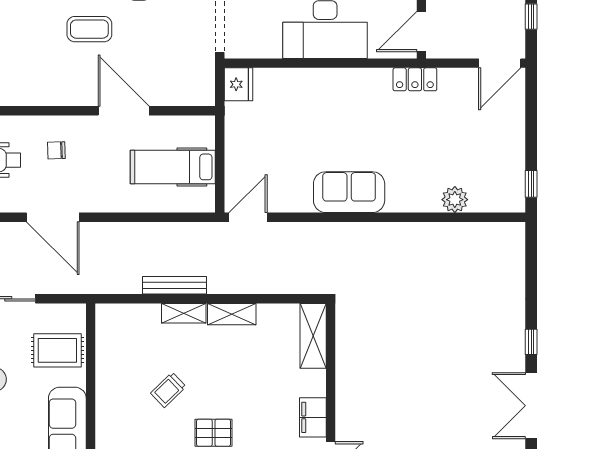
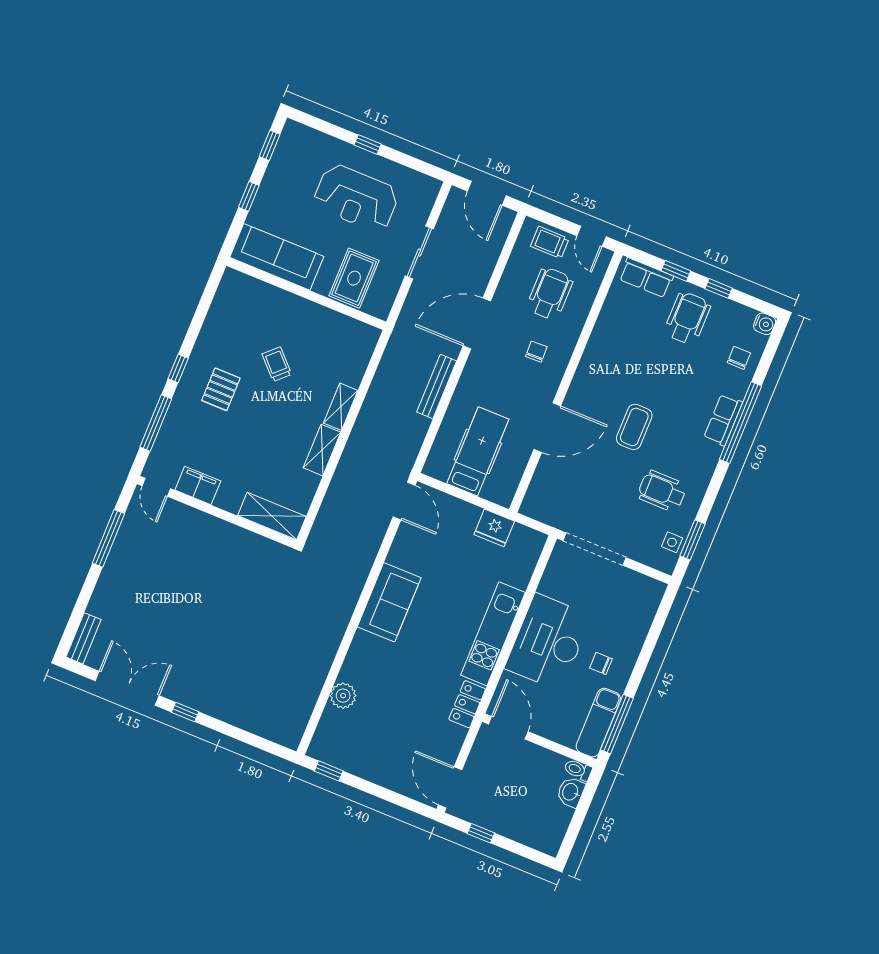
kitchen unit: (339, 82) -> (493, 634), added
fridge: (238, 84) -> (494, 528), moved
bench: (174, 285) -> (437, 386), moved

